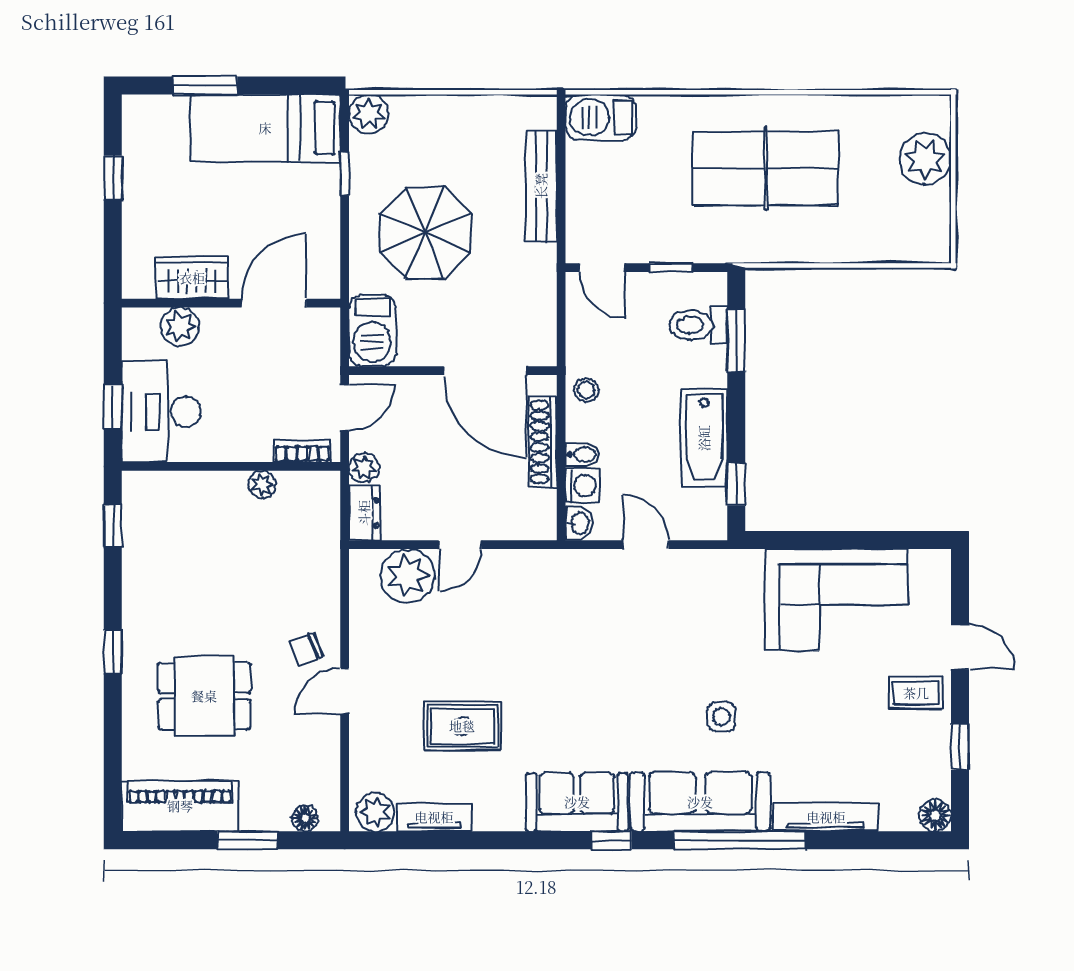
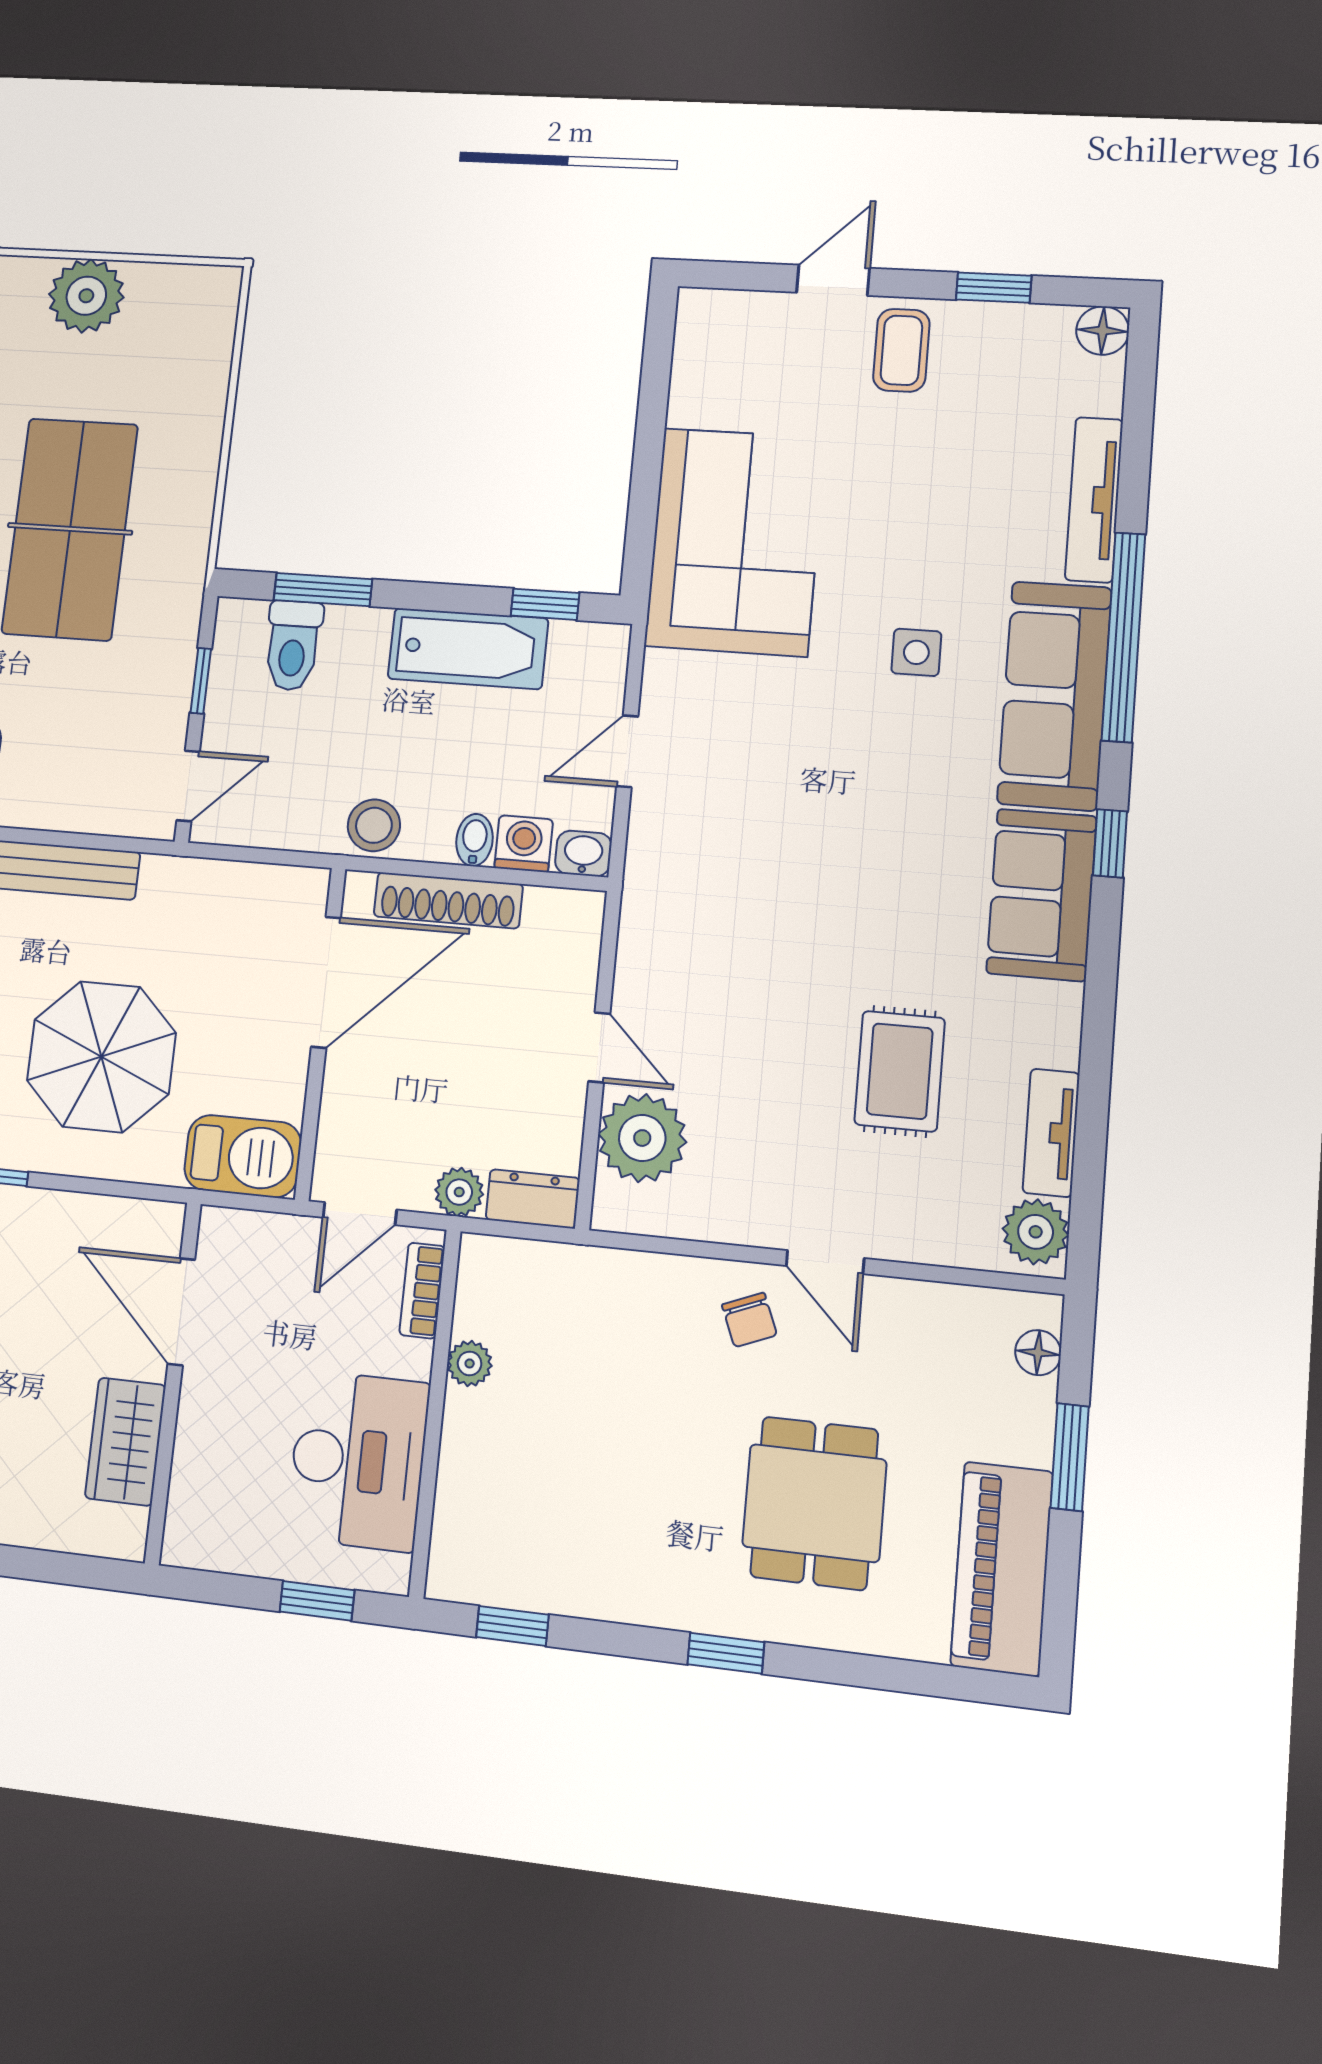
plant: (180, 327) -> (201, 1471), removed
stool: (586, 390) -> (374, 825), width x1.37, depth x1.37
door: (345, 408) -> (360, 1214), swing flipped
desk: (161, 412) -> (358, 1460), moved, turned -90
corner sofa: (836, 600) -> (735, 542), moved

